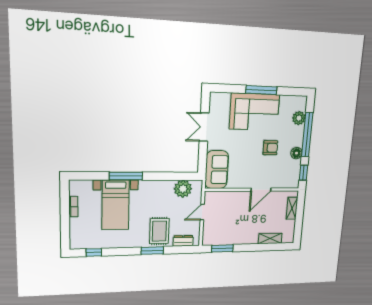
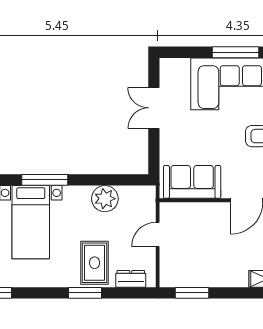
sofa: (217, 170) -> (192, 182), moved, turned -90
plant: (183, 189) -> (105, 199), moved

